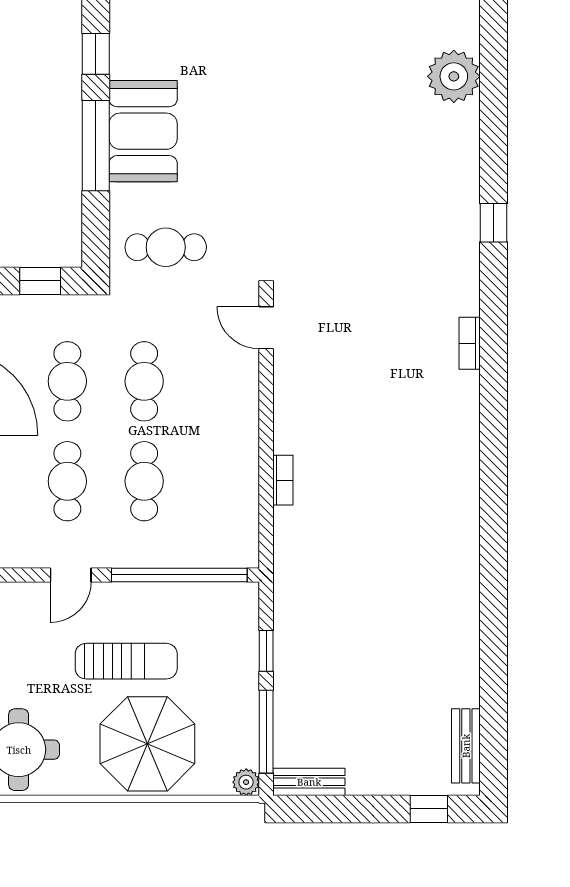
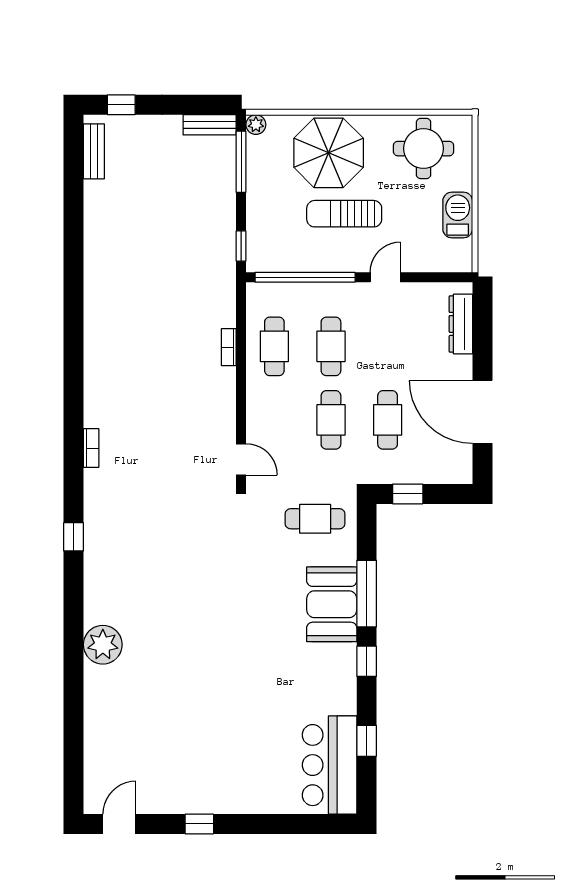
cafe table: (67, 481) -> (274, 346), moved
window: (266, 651) -> (241, 246), moved

